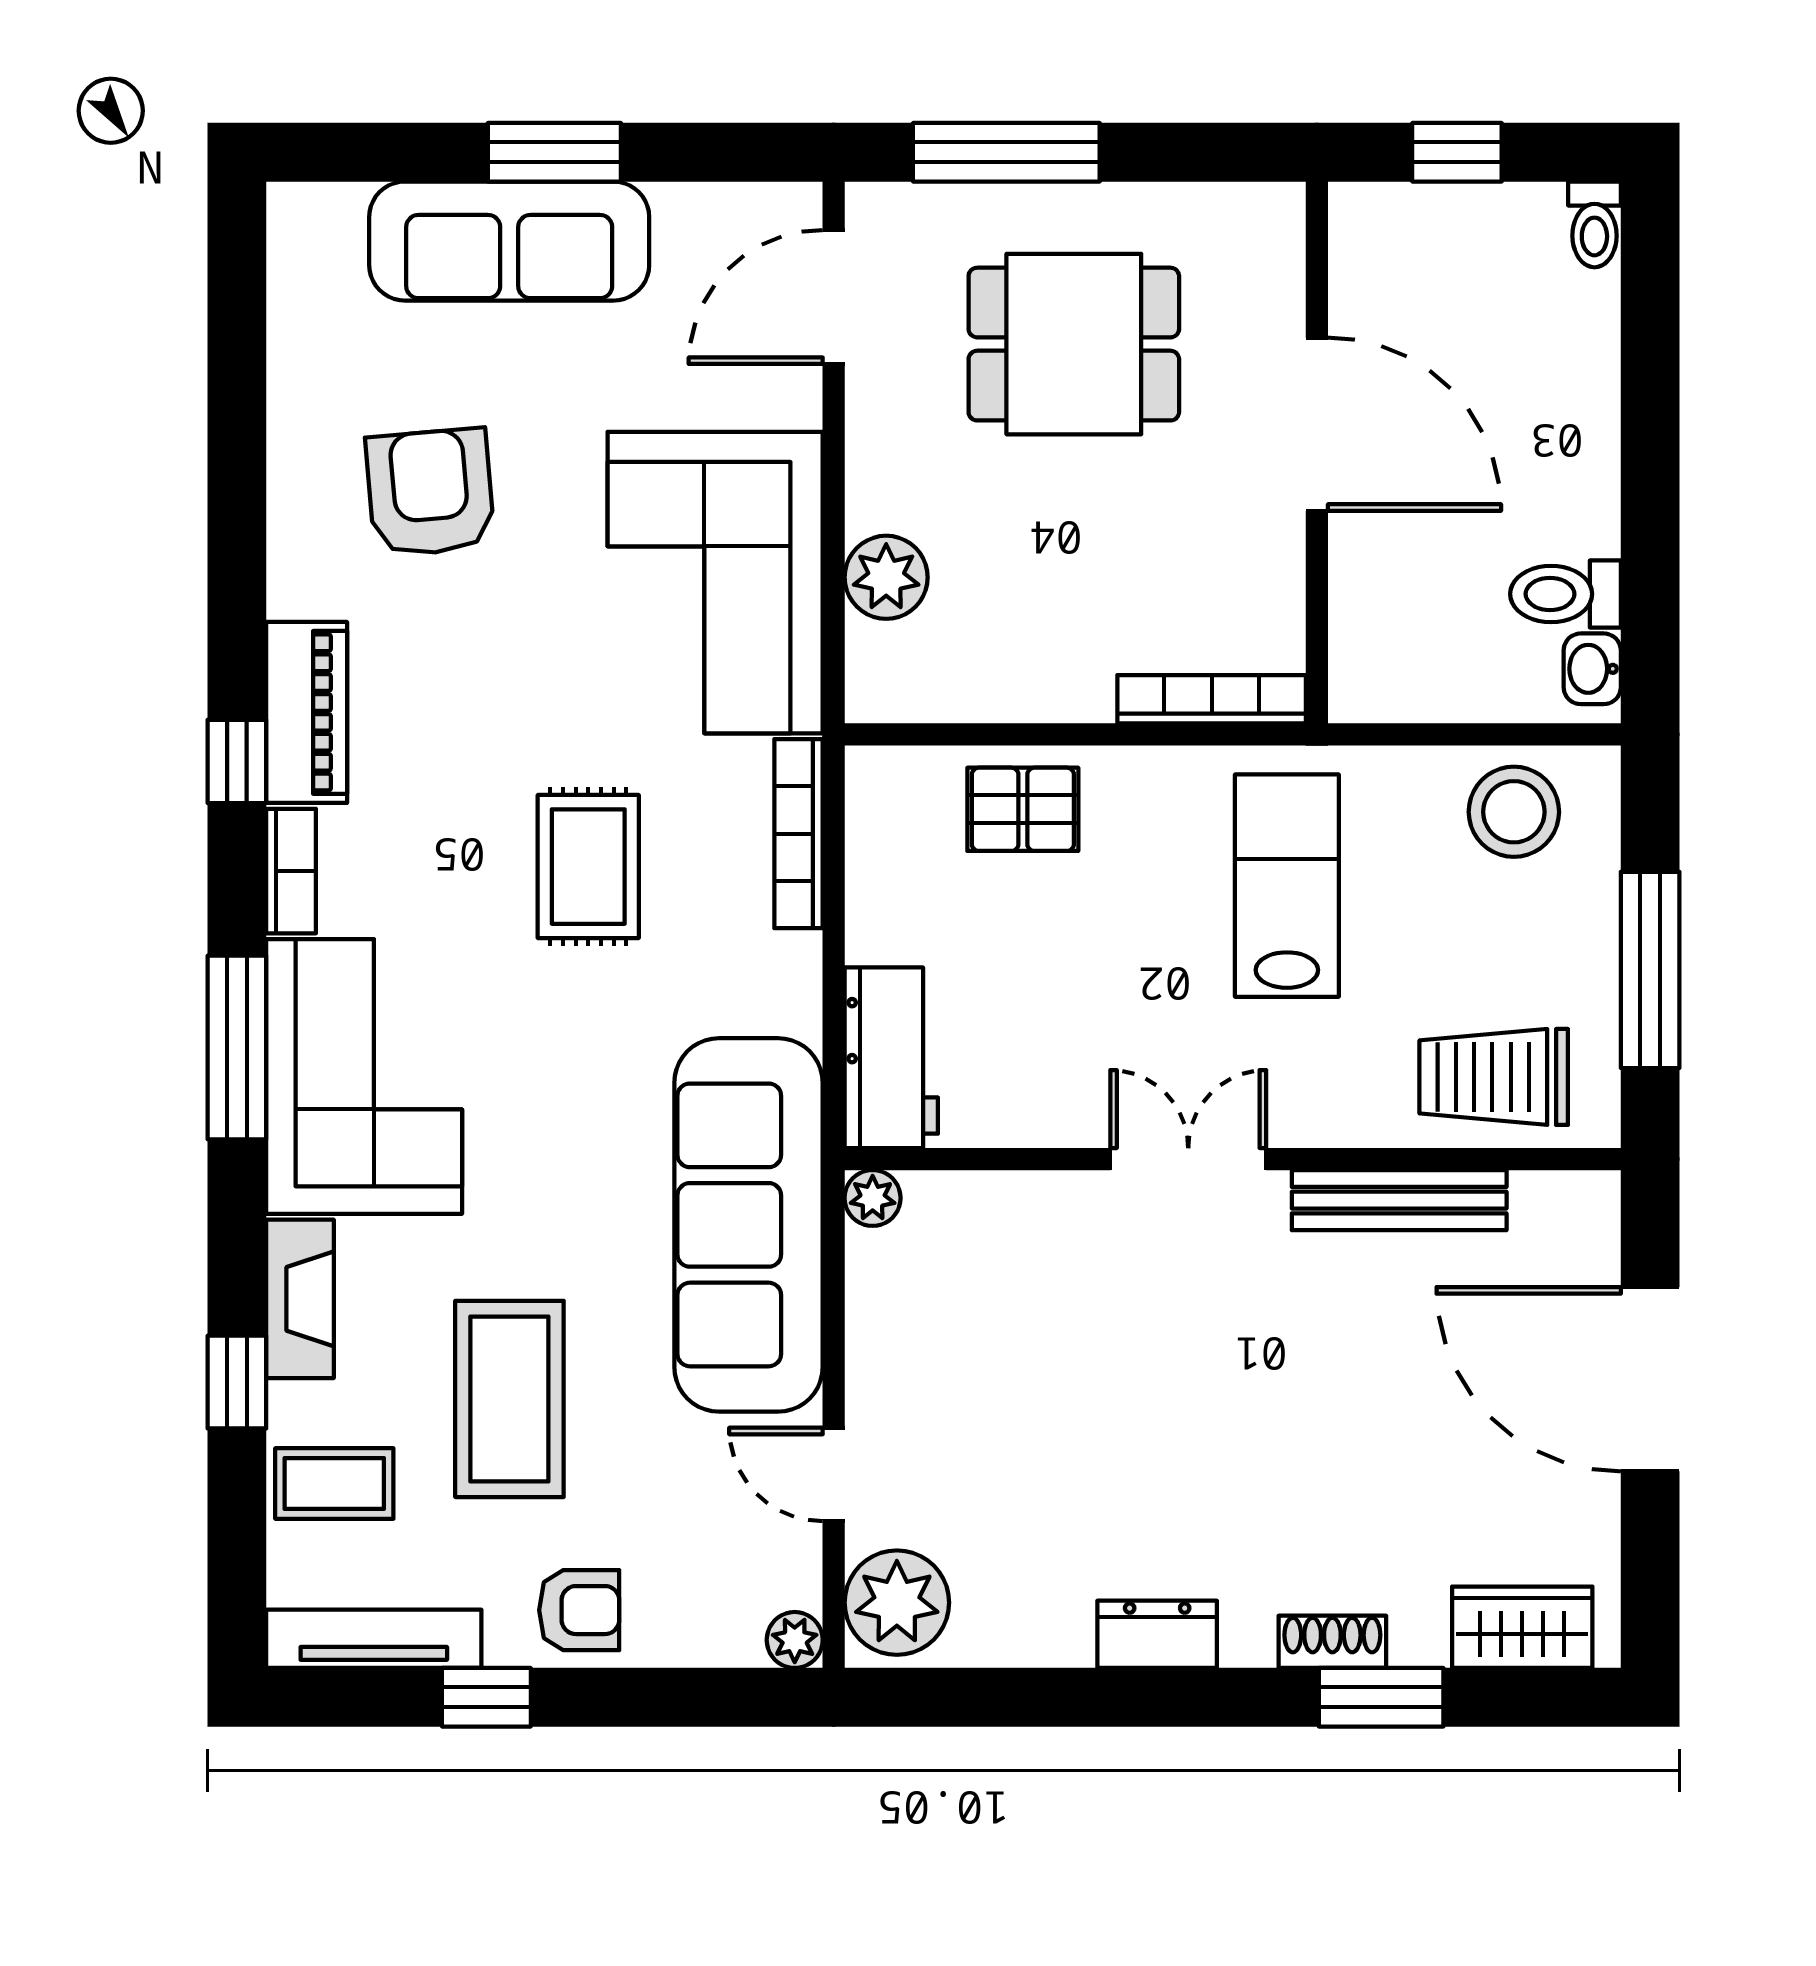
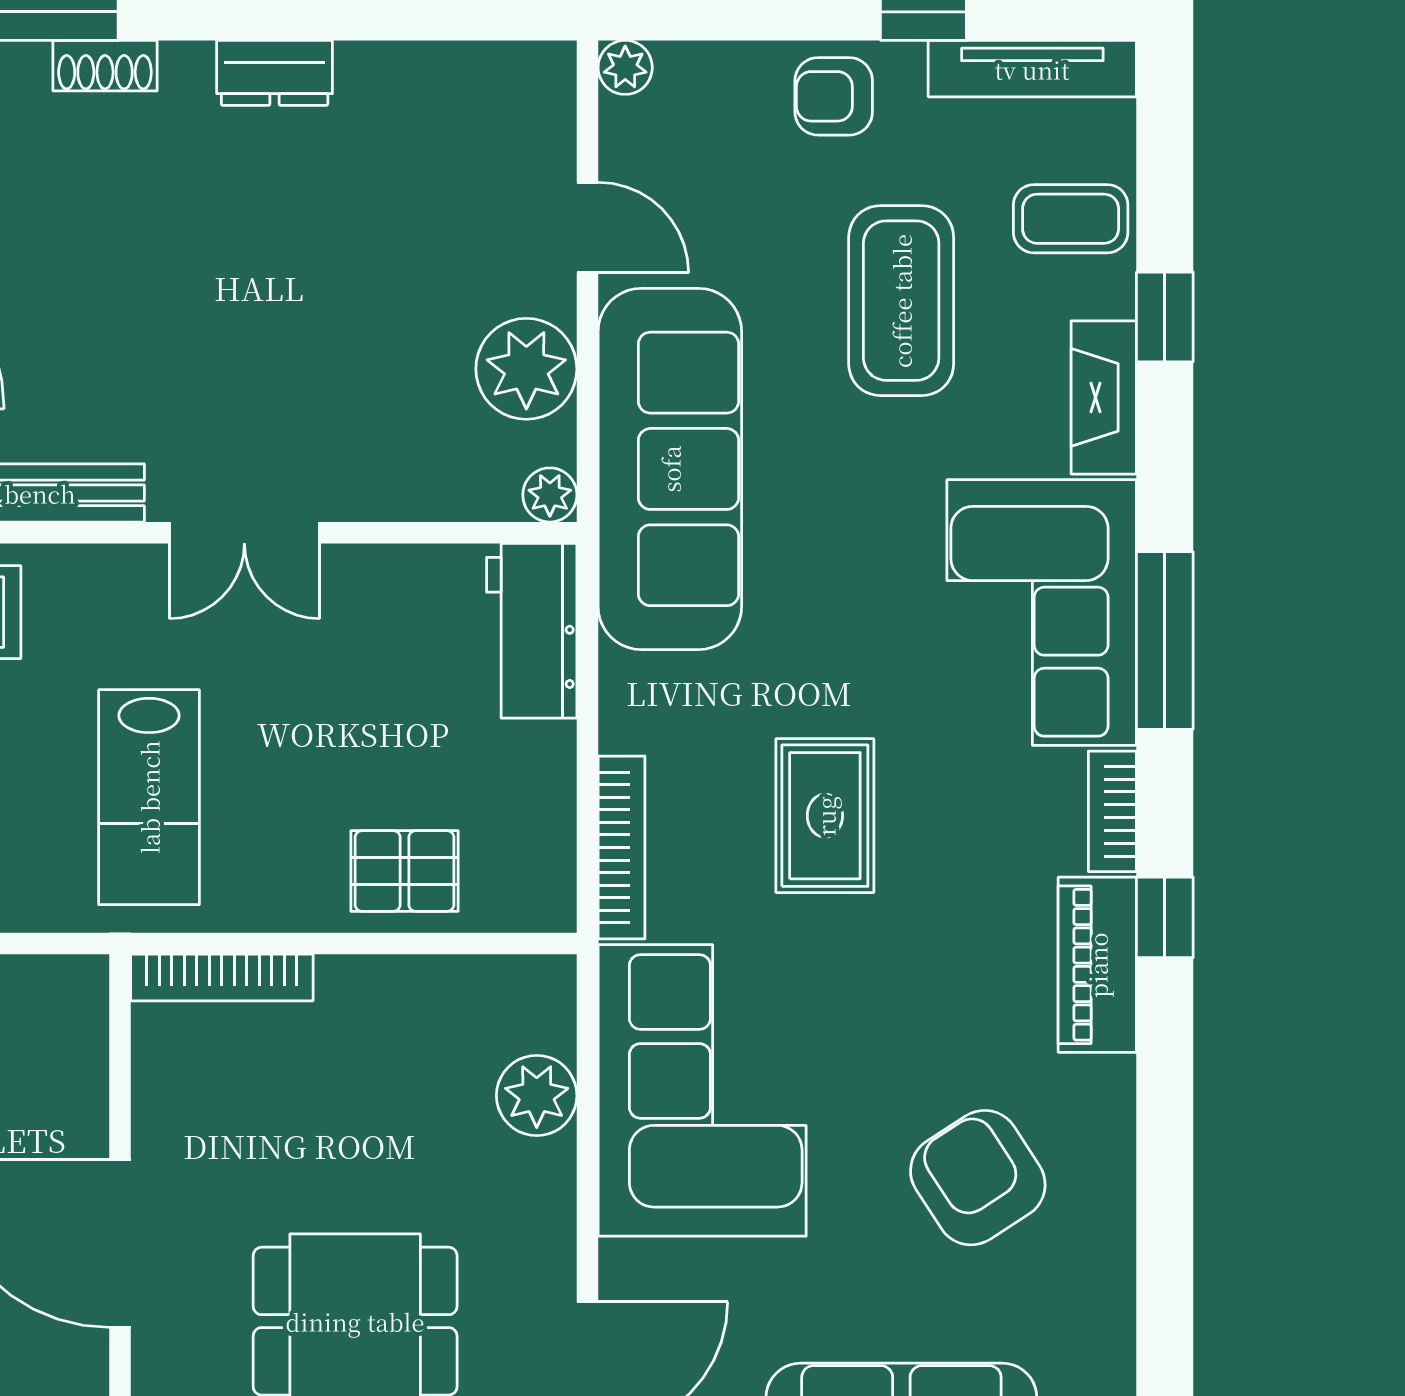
armchair: (430, 492) -> (978, 1178), turned 152
plant: (897, 1603) -> (526, 369), moved

